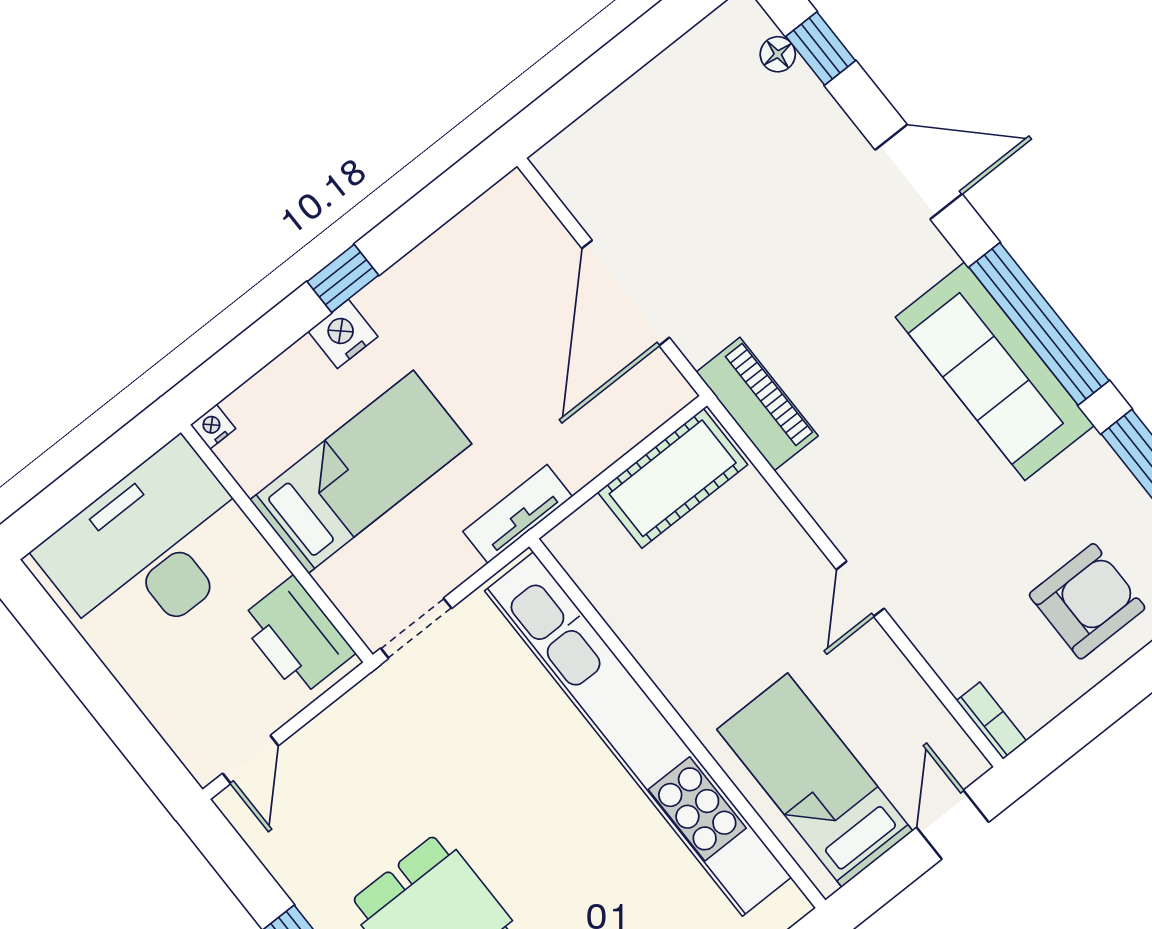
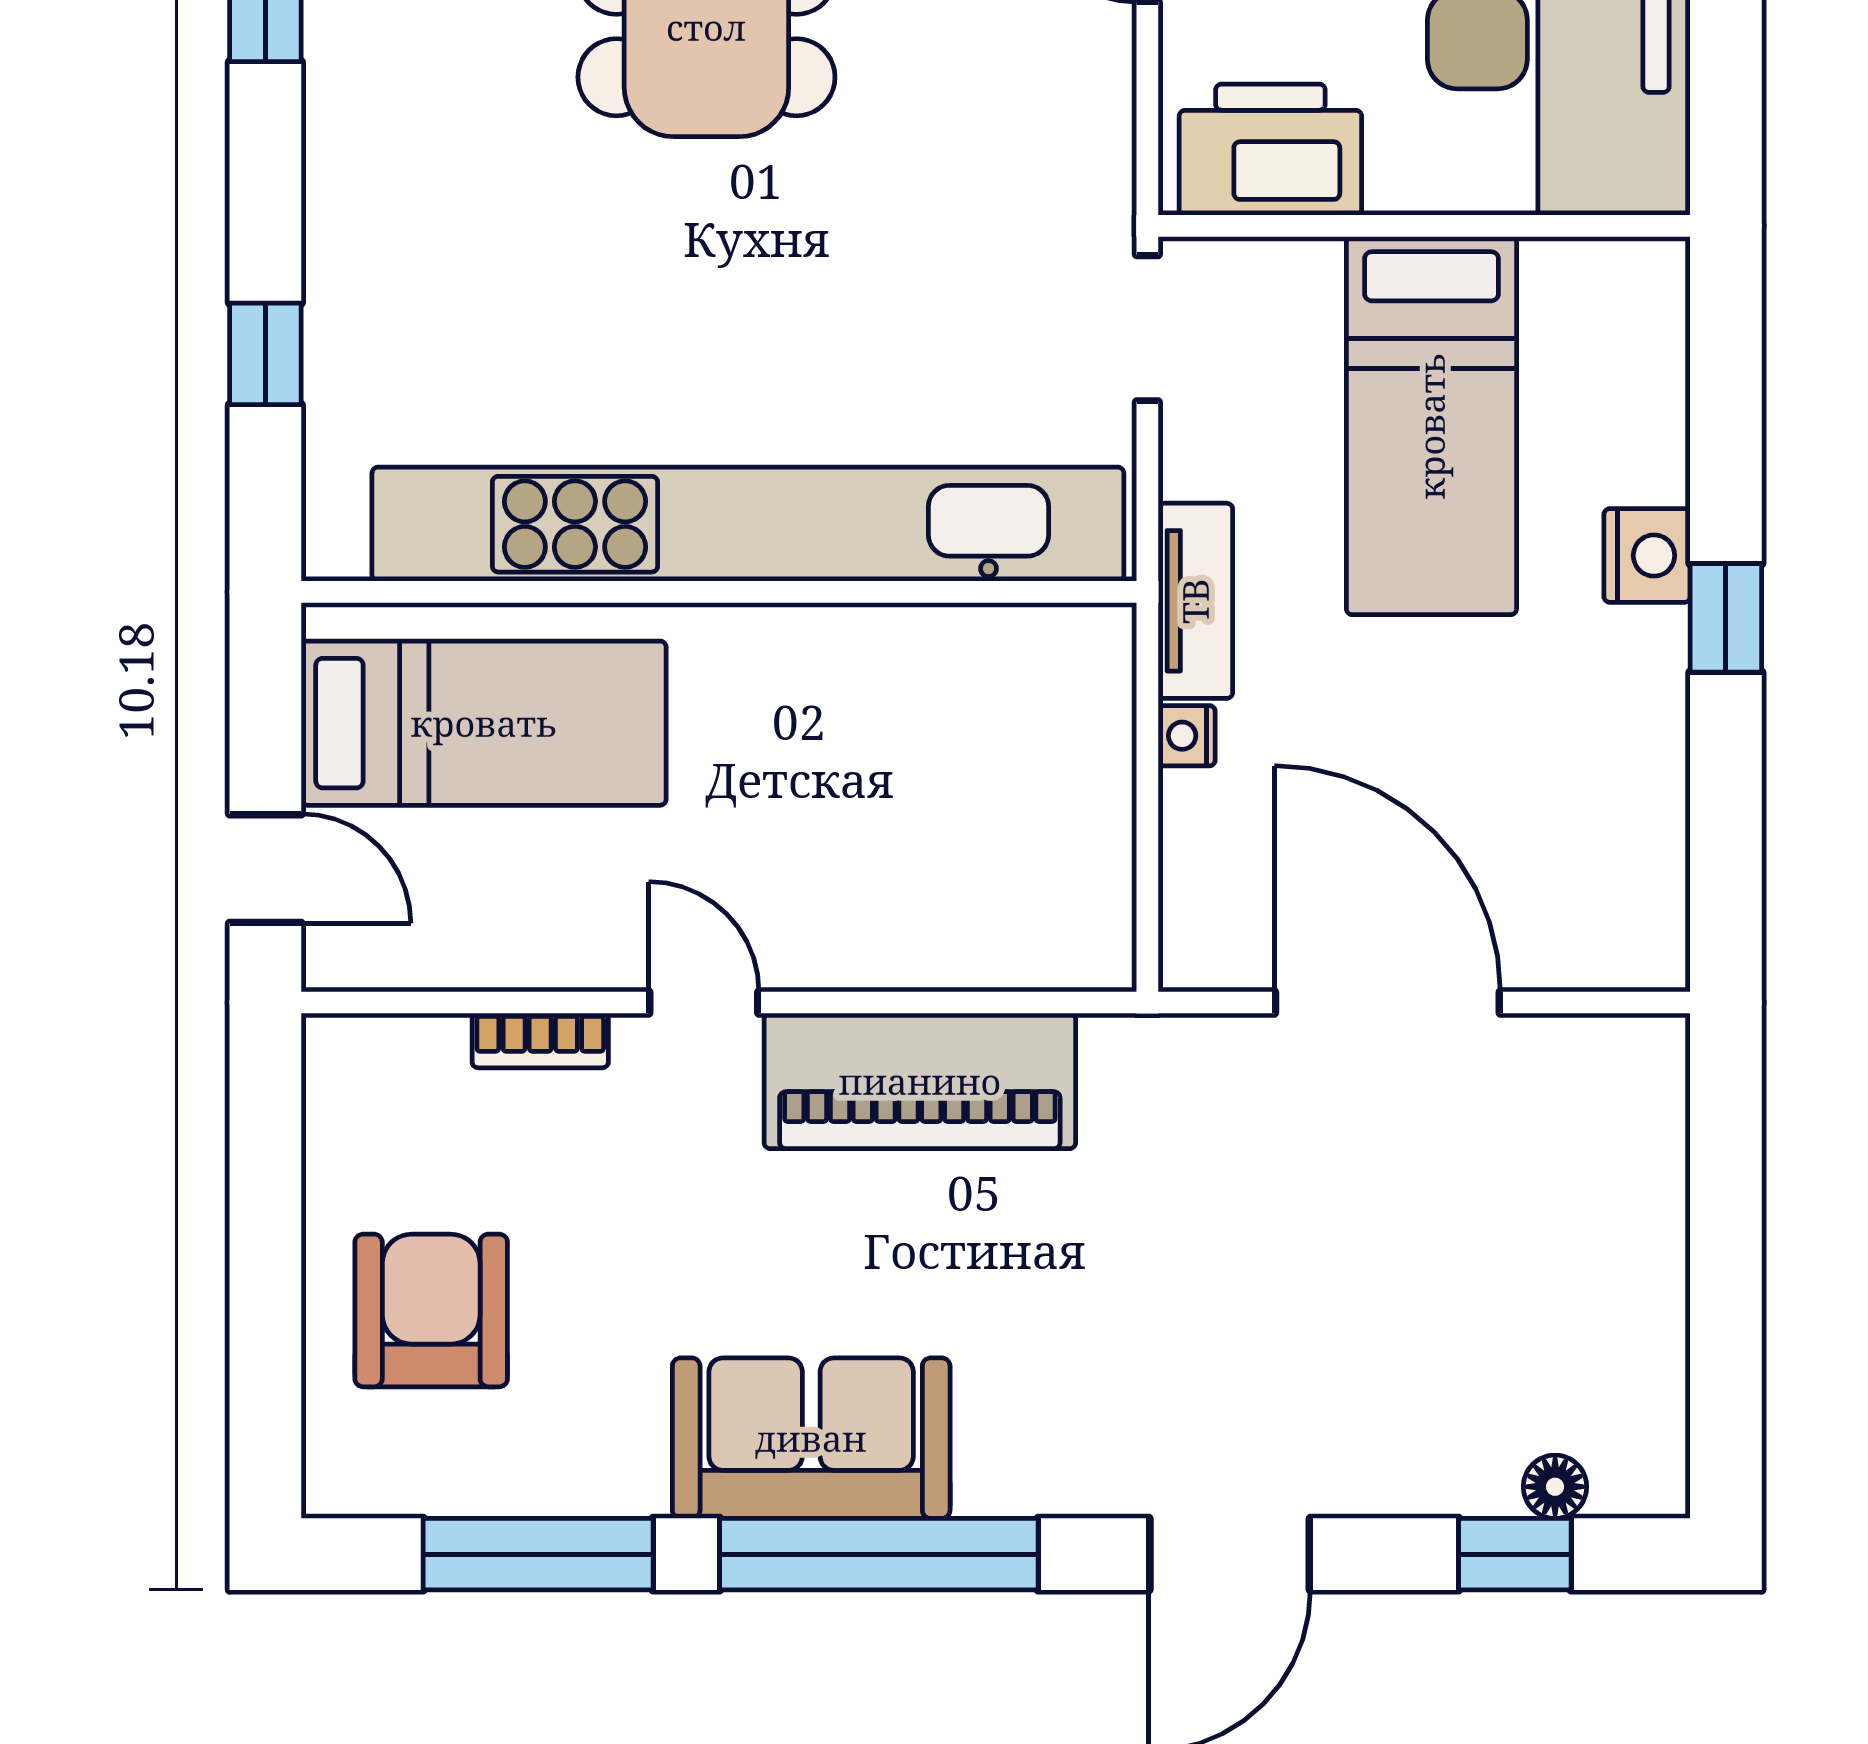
sofa: (995, 371) -> (811, 1438), width x0.73
piano: (757, 404) -> (920, 1081), moved, width x1.37, depth x1.33
nightstand: (213, 427) -> (1187, 736), moved, turned 180
cot: (673, 478) -> (1072, 861), removed
armchair: (1087, 601) -> (431, 1310), turned 180
bookcase: (991, 721) -> (540, 1040), moved

